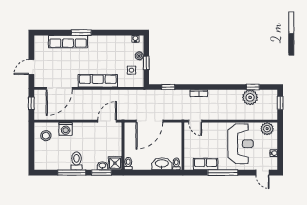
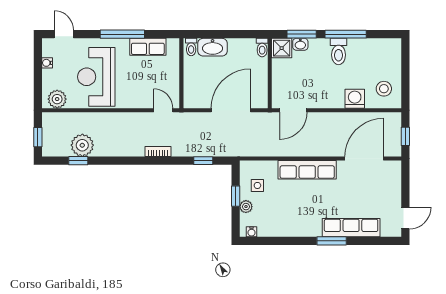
door: (31, 67) -> (405, 218), moved

